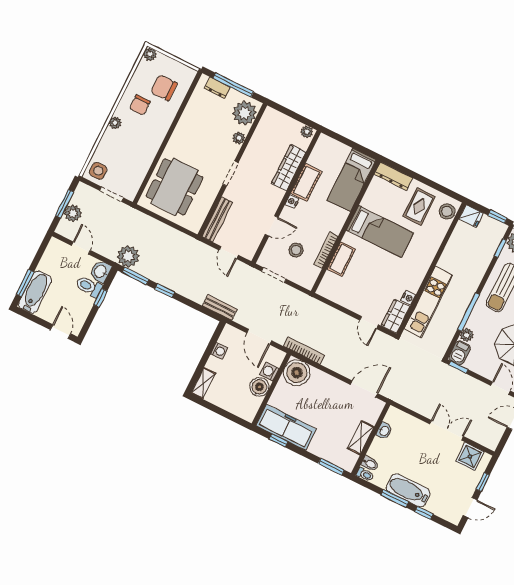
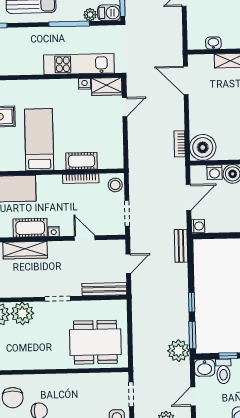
plant: (239, 138) -> (22, 313), width x1.88, depth x1.88
stool: (296, 250) -> (115, 185), moved
washing machine: (219, 351) -> (198, 226), moved, turned 90
bookcase: (304, 351) -> (180, 144), width x0.64

